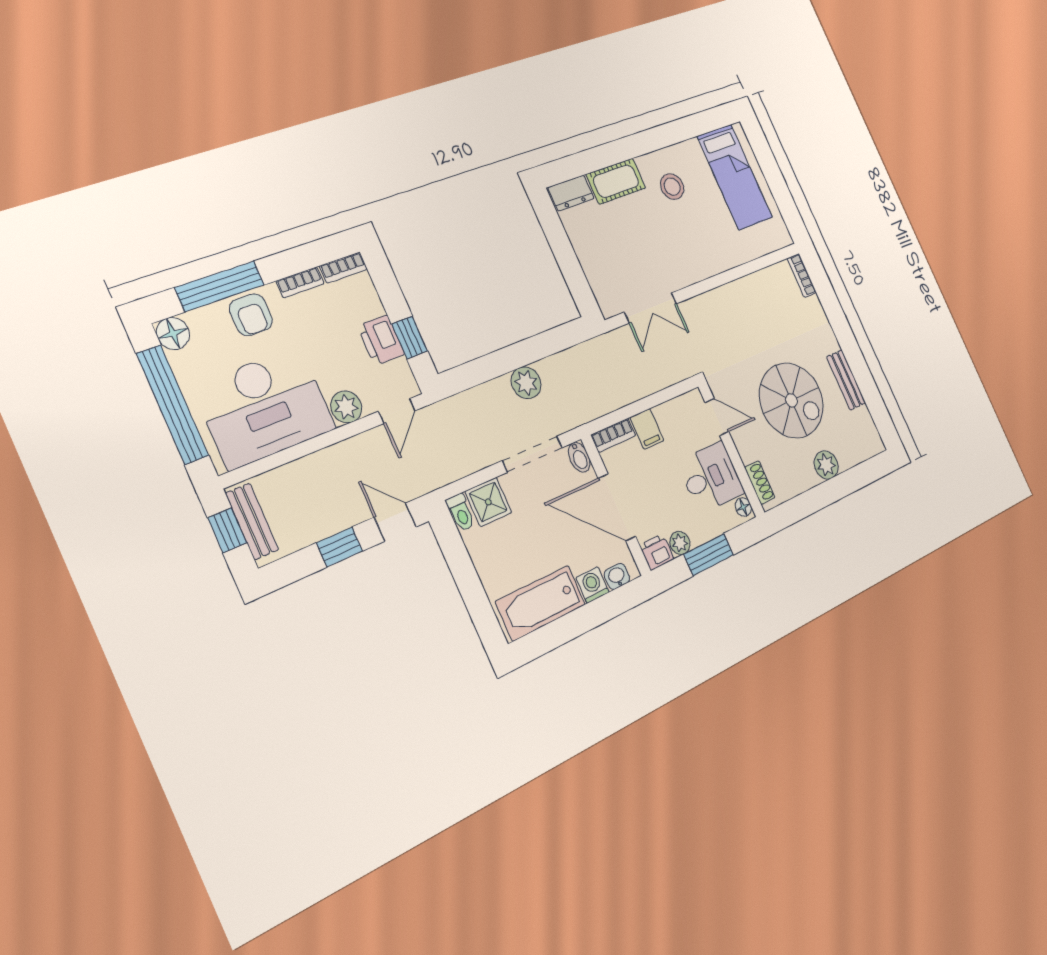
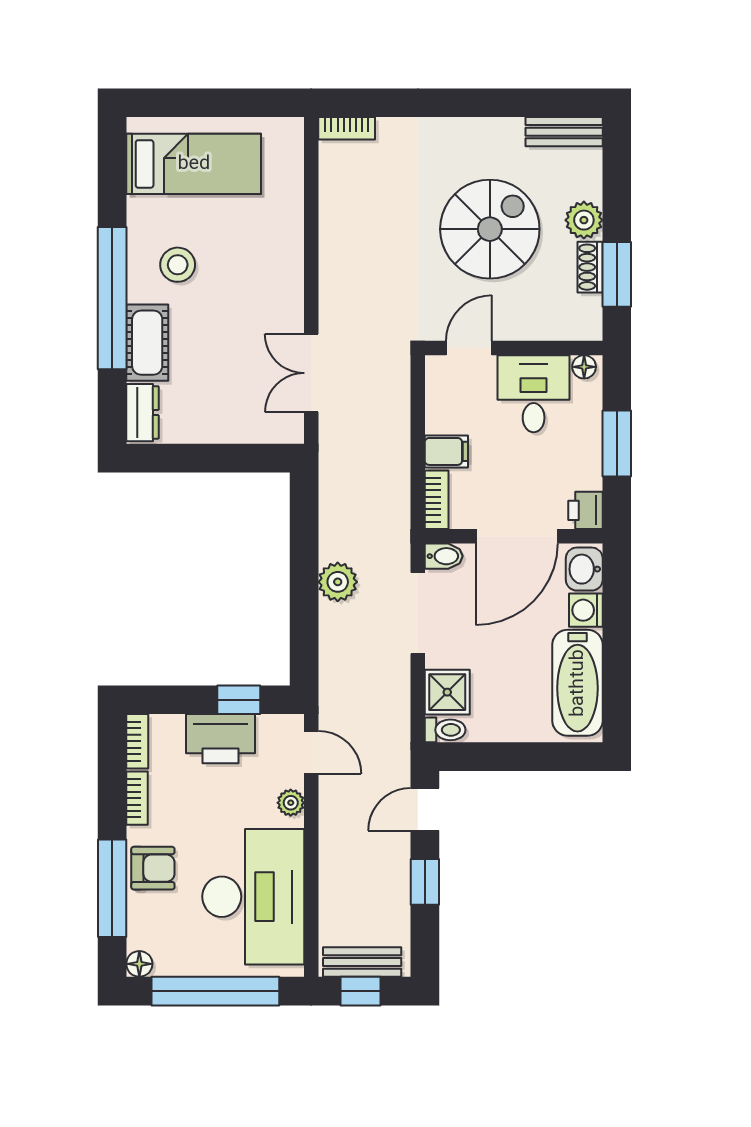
window: (632, 147) -> (112, 298), added
double door: (651, 308) -> (311, 373), swing flipped
floor lamp: (173, 333) -> (139, 964), width x0.73, depth x0.73
printer: (381, 340) -> (220, 739), width x1.37, depth x1.19
bench: (846, 380) -> (564, 132), moved
plant: (346, 407) -> (291, 803), width x0.73, depth x0.73
shoe rack: (760, 483) -> (590, 267), moved, turned -90
window: (807, 504) -> (617, 274), added
plant: (680, 543) -> (588, 475), removed
washbasin: (617, 576) -> (584, 569), width x1.38, depth x1.45

